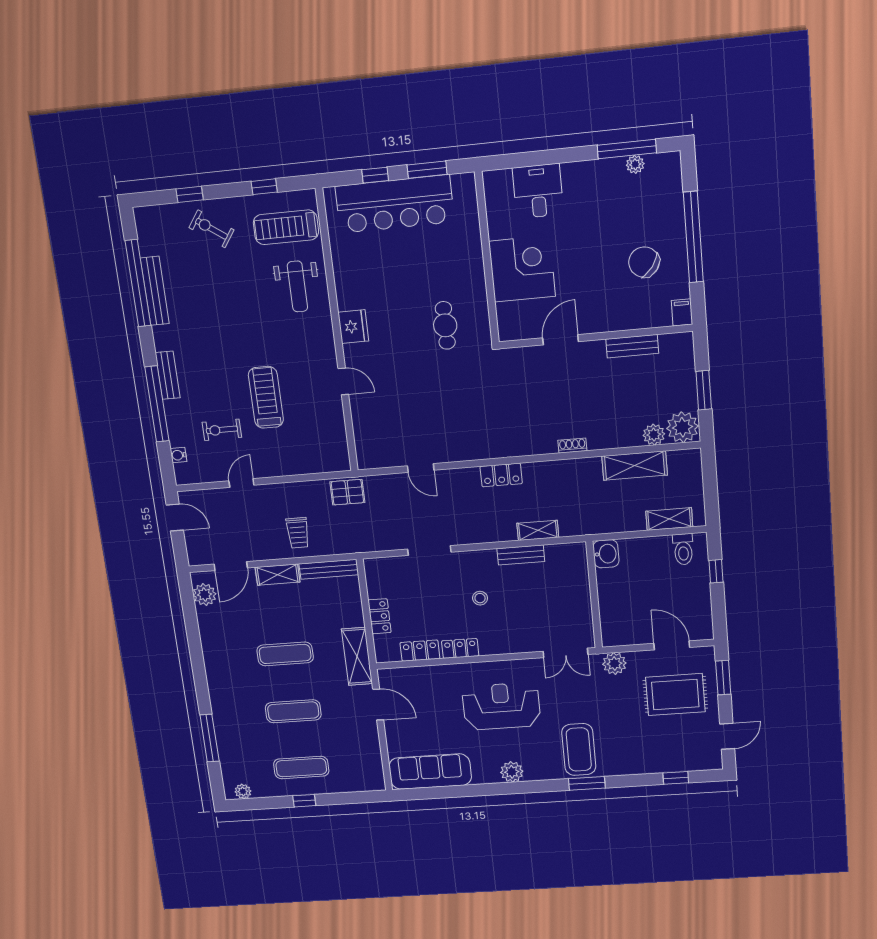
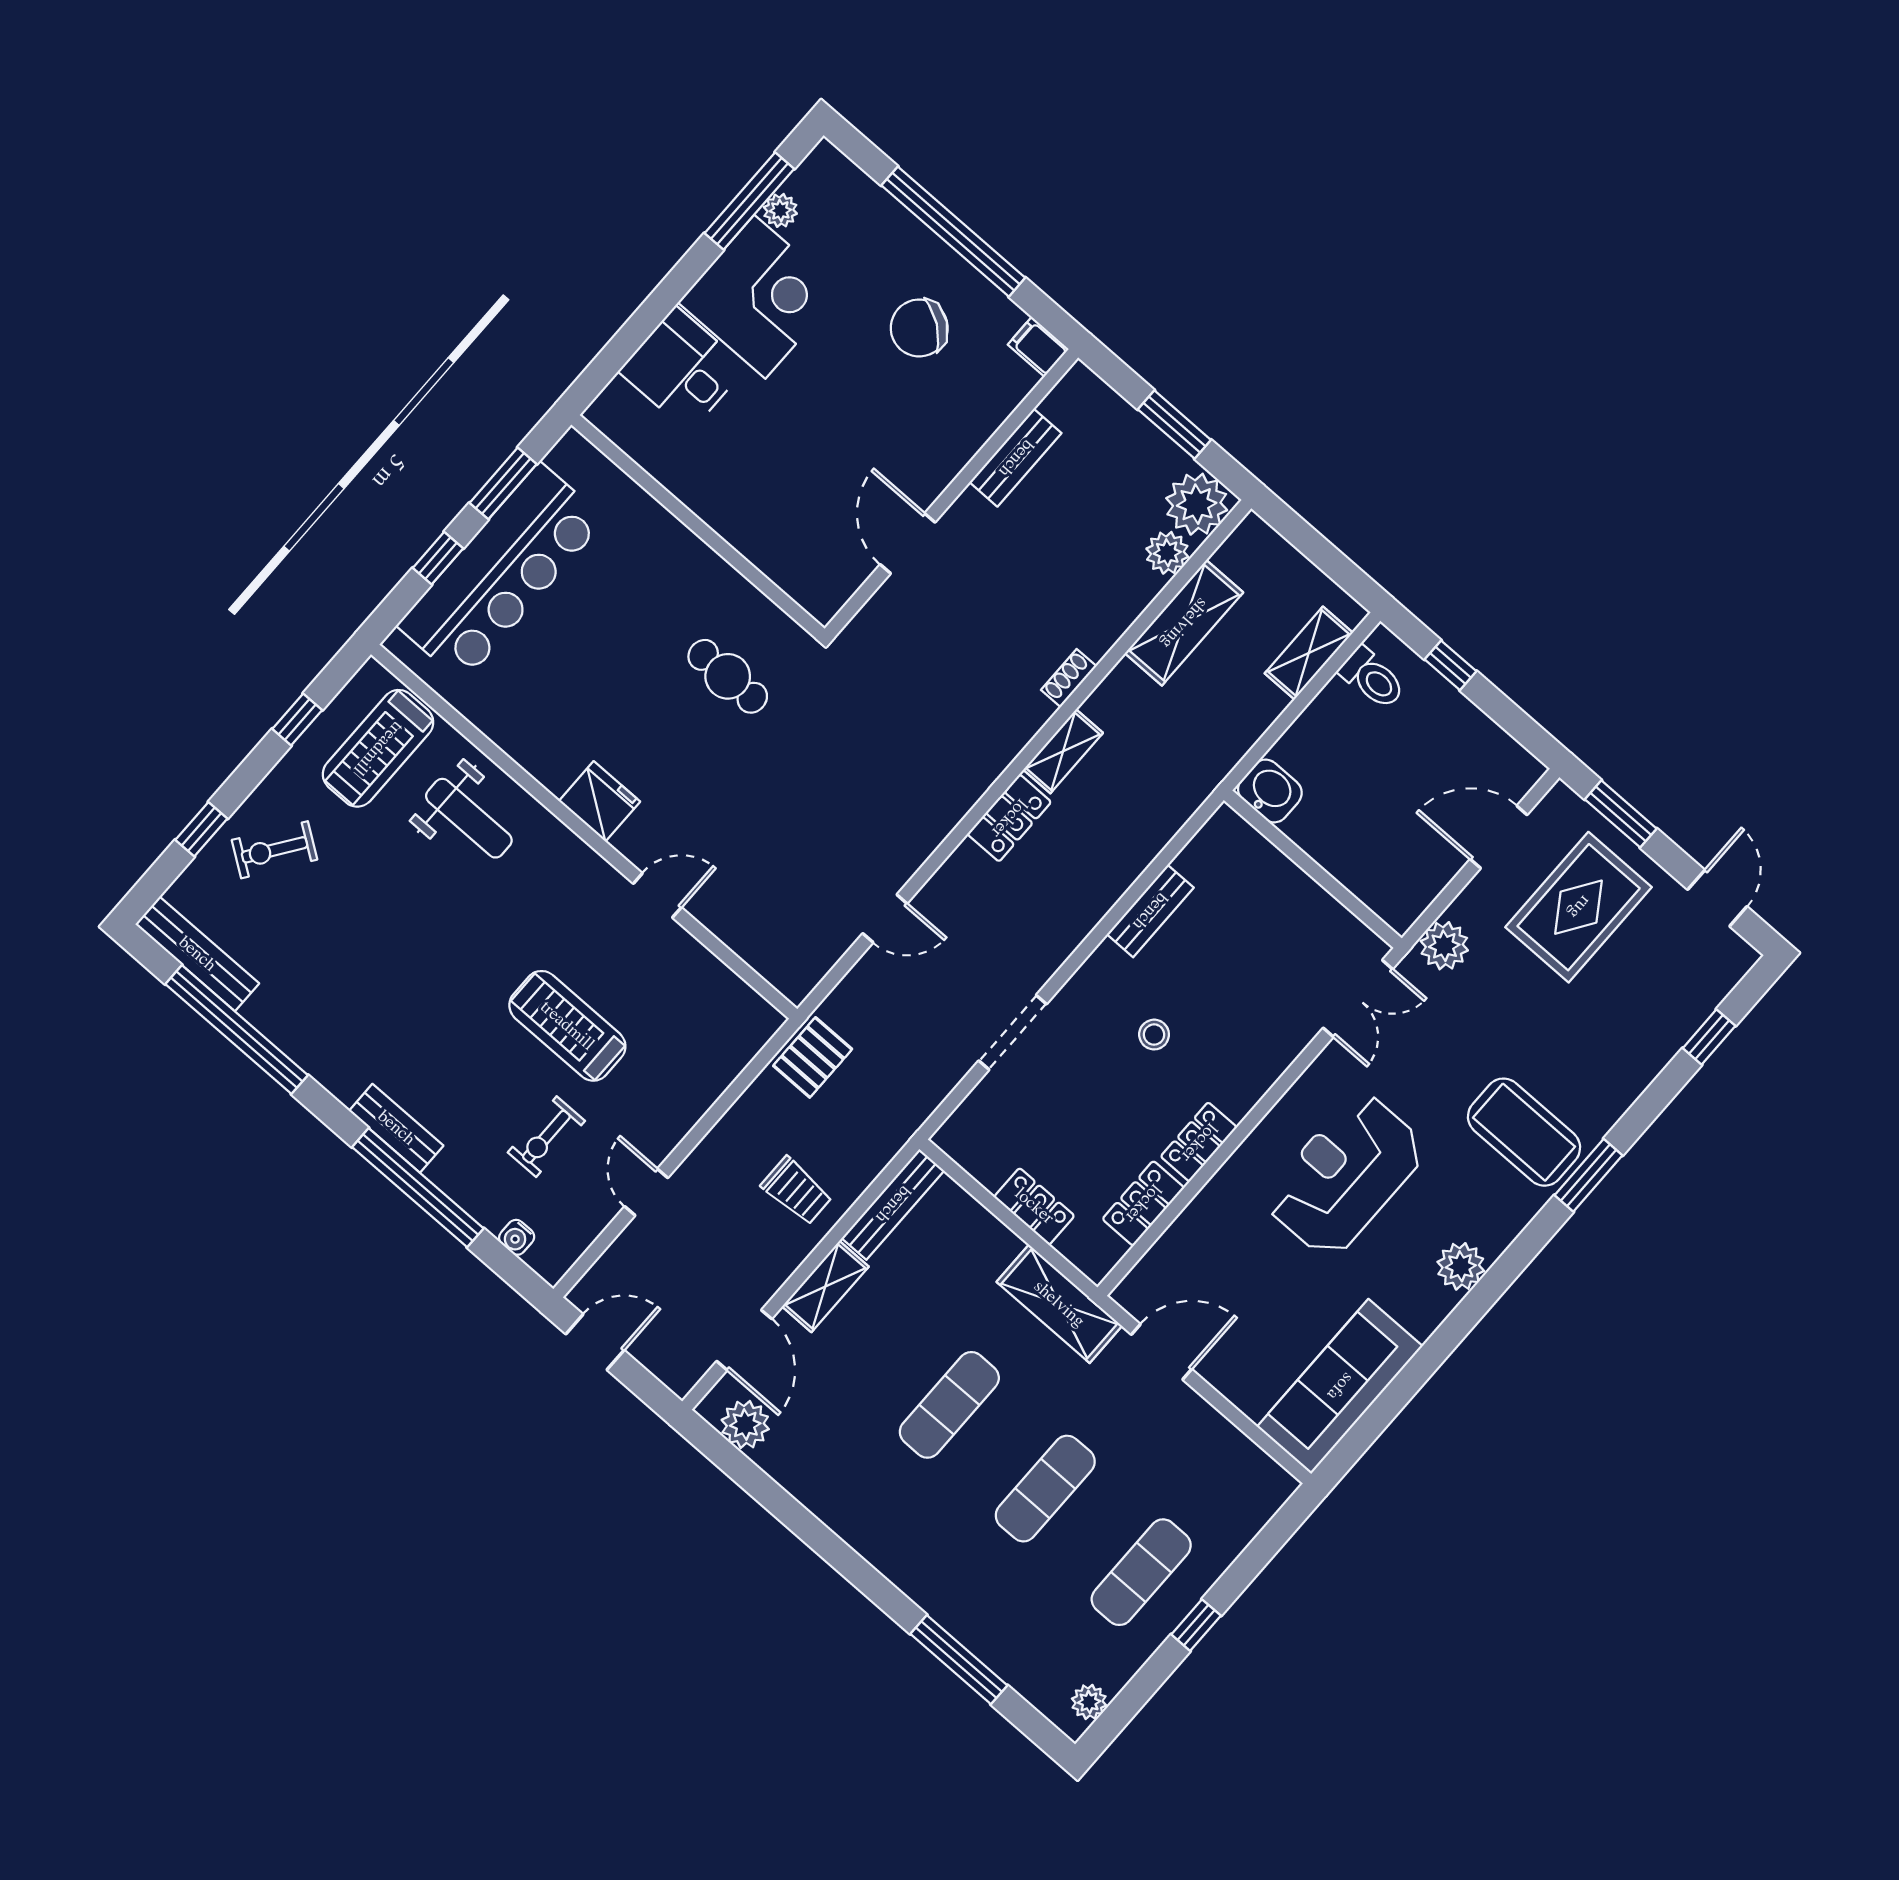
corner desk: (522, 269) -> (760, 297), moved, turned 90
bench: (155, 291) -> (197, 954), moved
shelving: (538, 530) -> (1063, 751), moved

